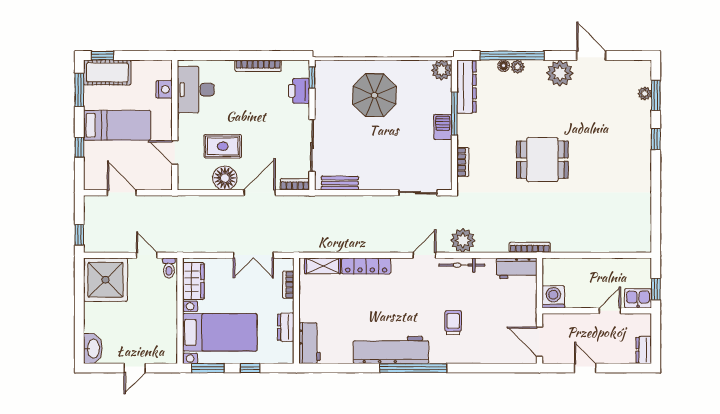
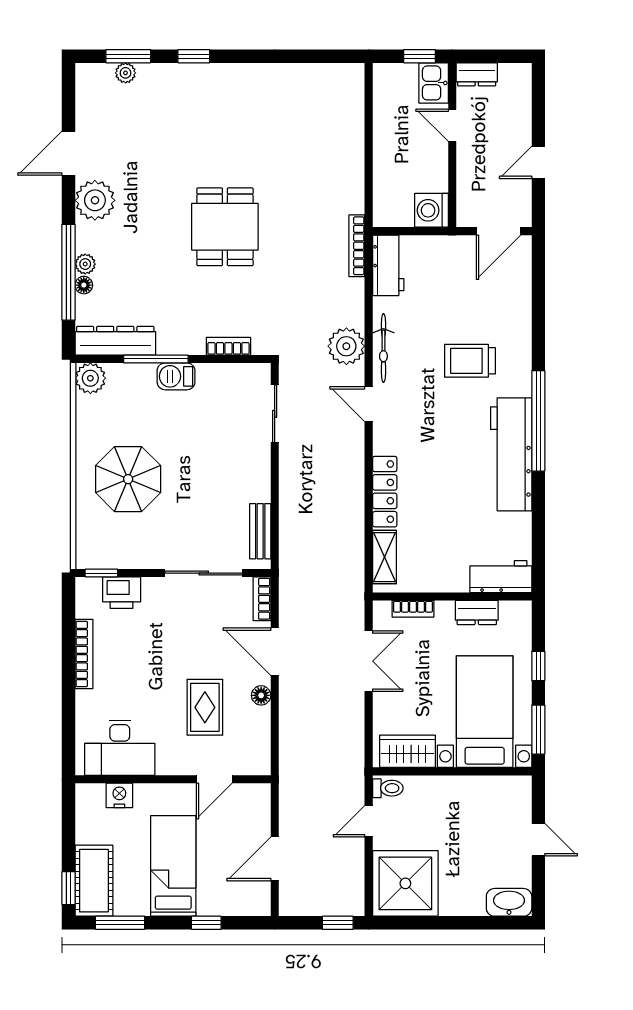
floor lamp: (225, 178) -> (261, 695), width x0.53, depth x0.53
trolley: (453, 323) -> (470, 361), width x1.36, depth x1.39
dresser: (644, 350) -> (477, 74), moved

